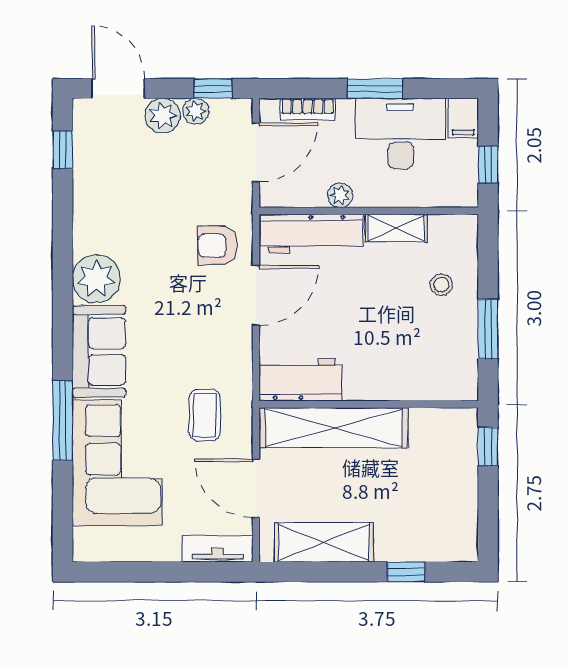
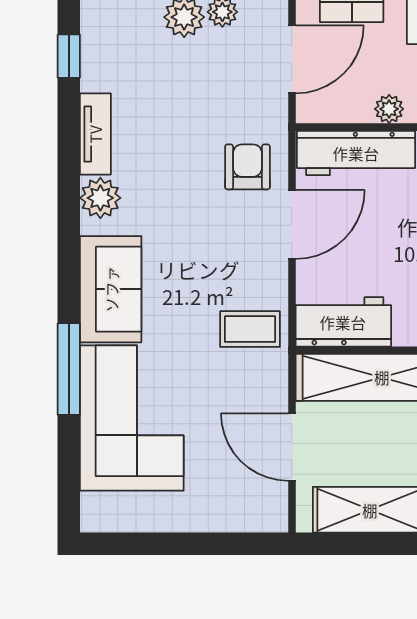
armchair: (217, 245) -> (247, 167), turned 90
plant: (96, 279) -> (100, 198), width x0.73, depth x0.73
coffee table: (205, 415) -> (250, 329), moved, turned 90
tv unit: (218, 549) -> (95, 134), moved, turned 90

